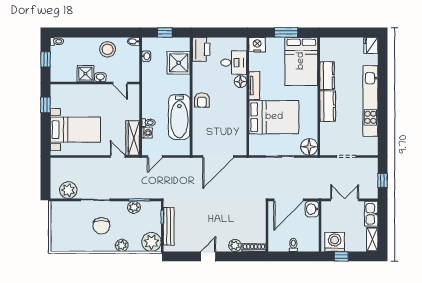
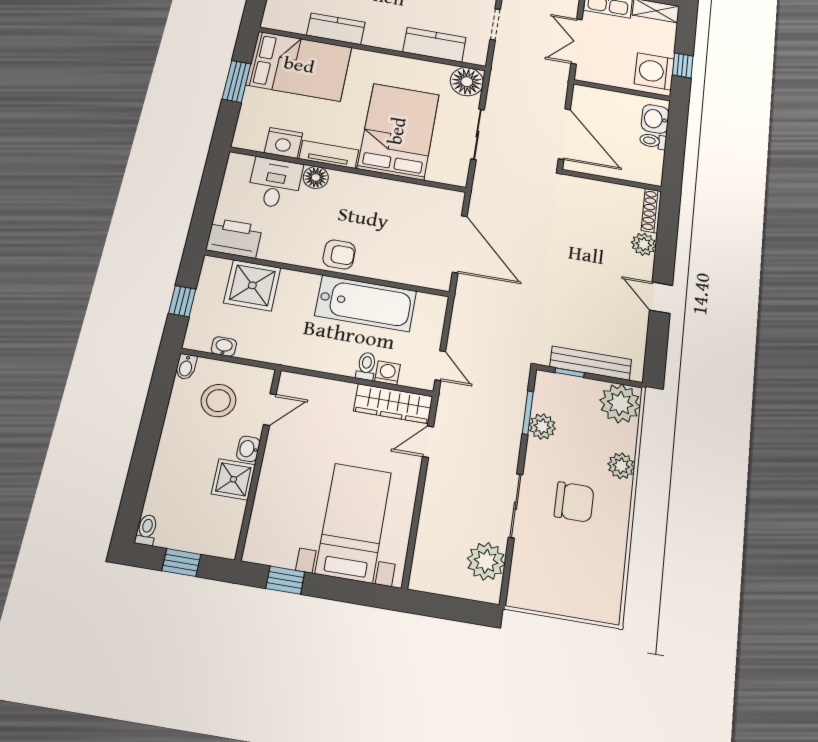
nightstand: (257, 45) -> (283, 143), moved, turned -90
stool: (108, 49) -> (218, 401), moved
kitchen counter: (328, 106) -> (434, 45), moved
washbasin: (312, 209) -> (655, 119), moved, turned 90

